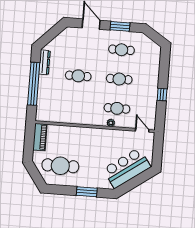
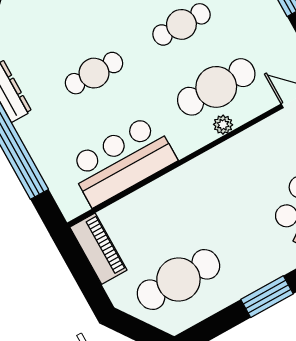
cafe table: (117, 108) -> (216, 87), width x1.37, depth x1.35
bar counter: (68, 112) -> (122, 161), added

